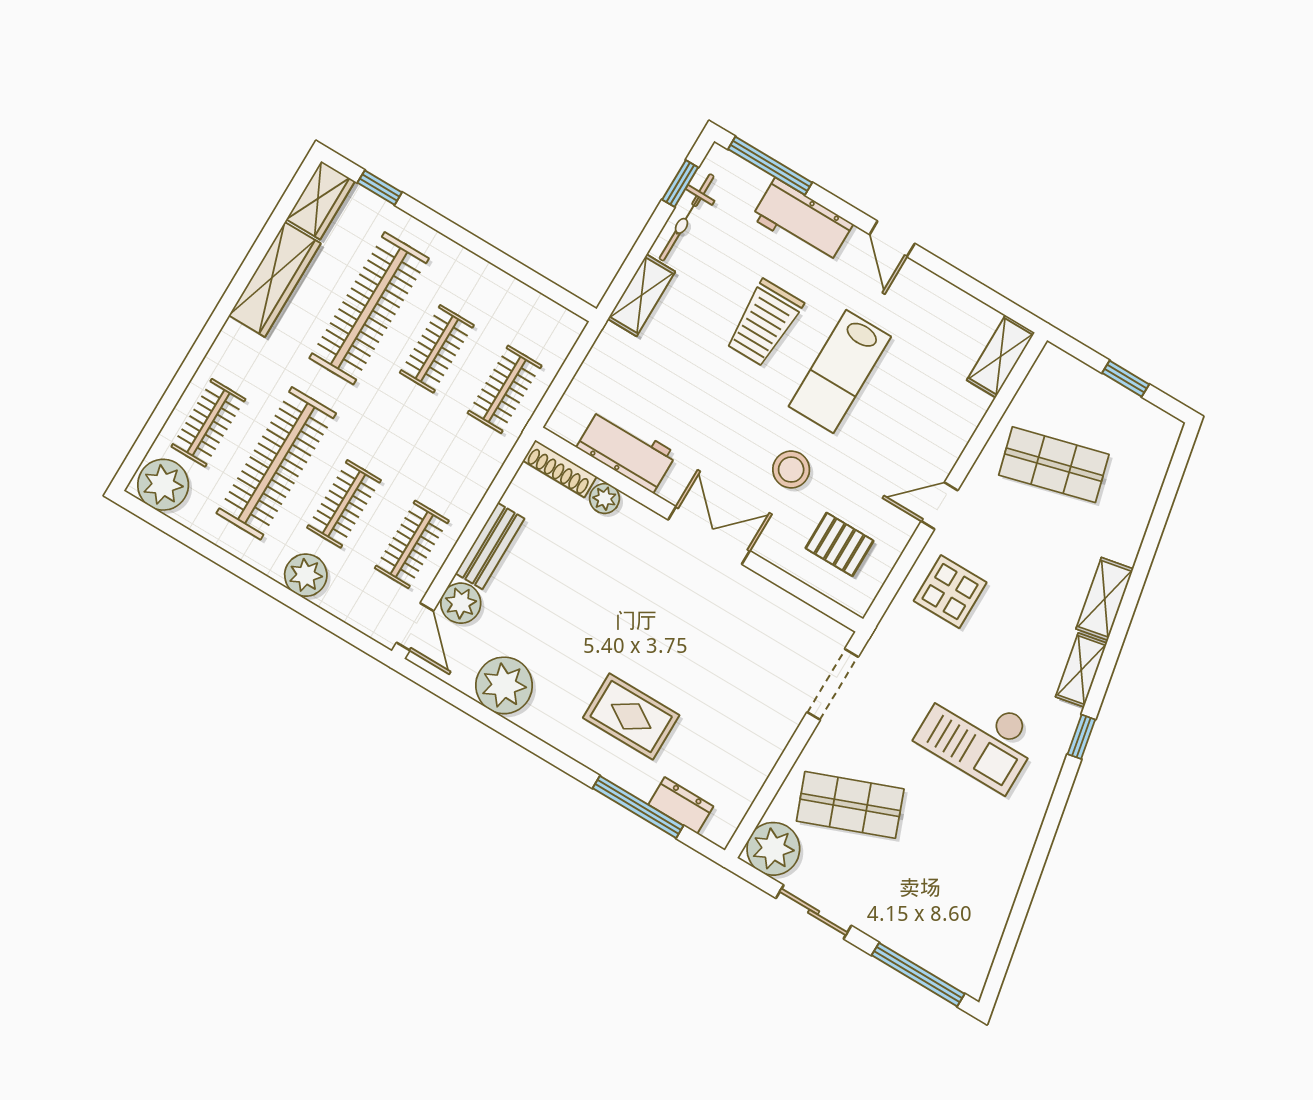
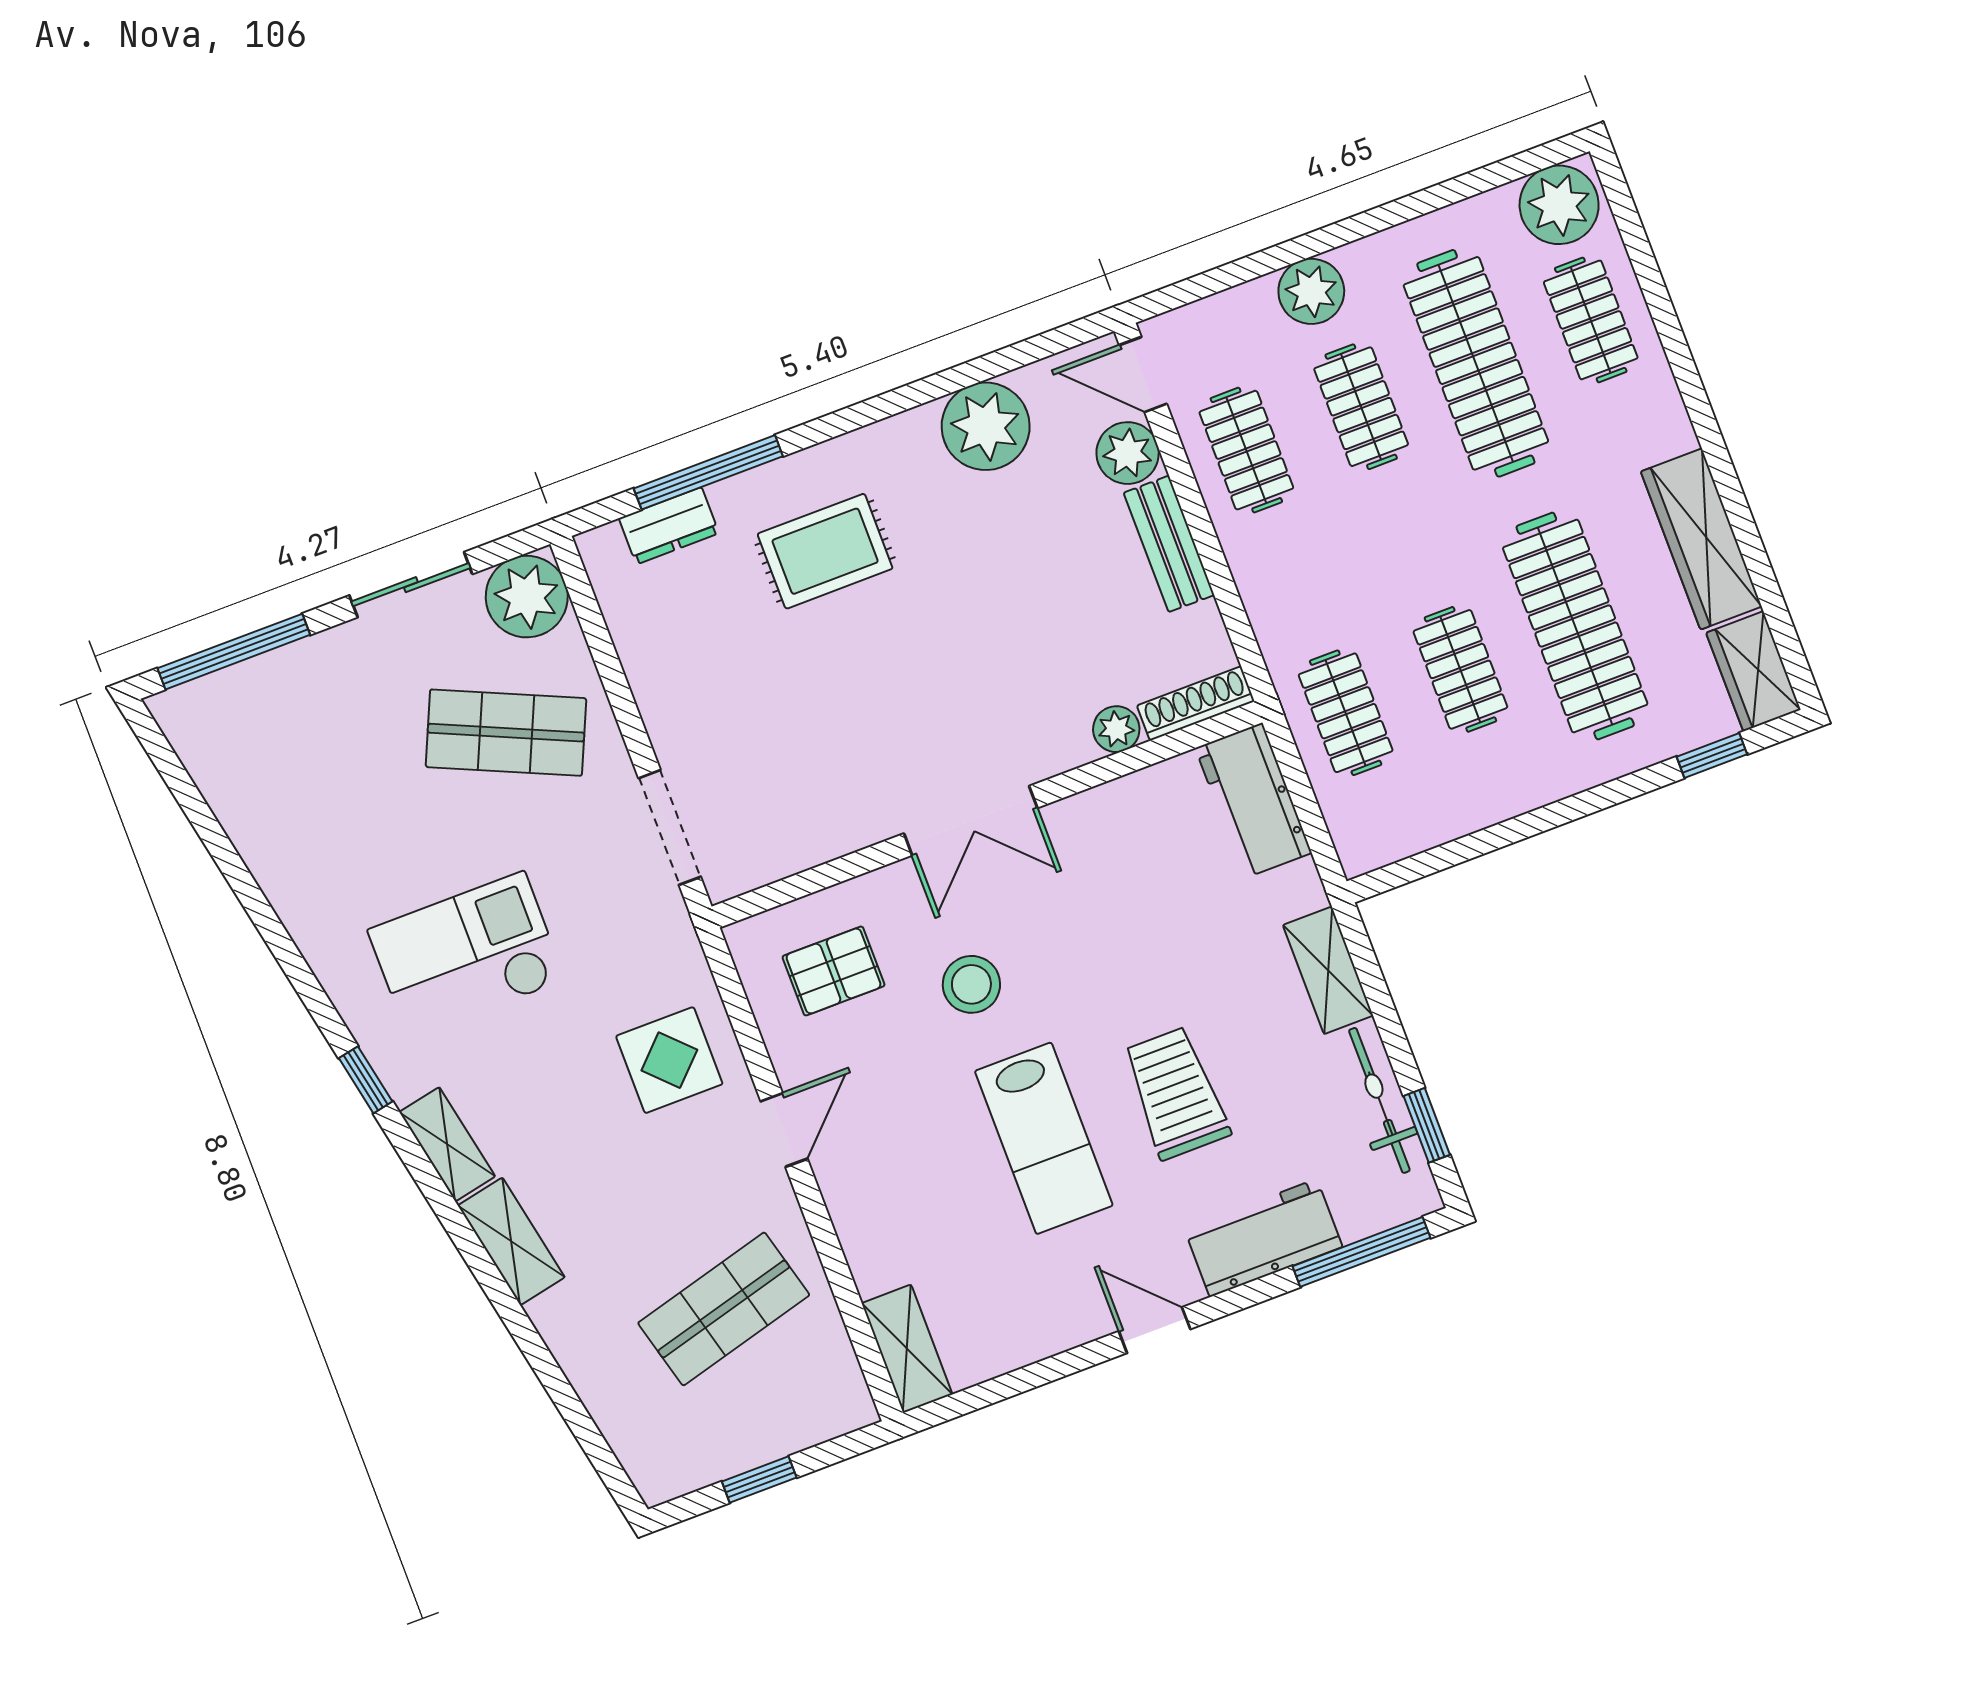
lab bench: (840, 371) -> (1044, 1138), turned 180
workbench: (626, 450) -> (1253, 800), moved, turned 90
shop shelf: (850, 805) -> (506, 733), turned 45

